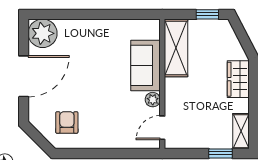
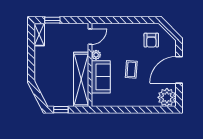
shelving: (176, 48) -> (81, 79), width x1.47
coffee table: (98, 77) -> (131, 69), added
wardrobe: (238, 79) -> (41, 68), removed

